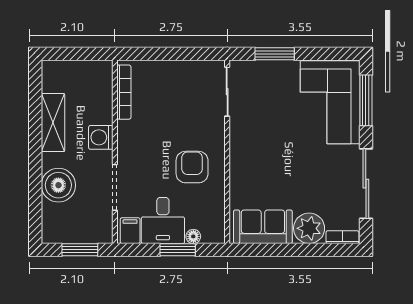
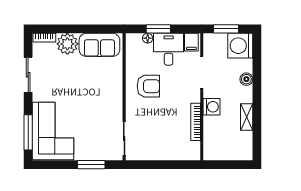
bookcase: (124, 92) -> (196, 122), moved
shelving: (53, 123) -> (247, 117), width x0.67, depth x0.75
armchair: (192, 167) -> (148, 86), turned -90
sliding door: (366, 184) -> (28, 75), width x0.73
boiler: (58, 185) -> (246, 79), width x0.54, depth x0.54
washing machine: (59, 226) -> (240, 46), added

